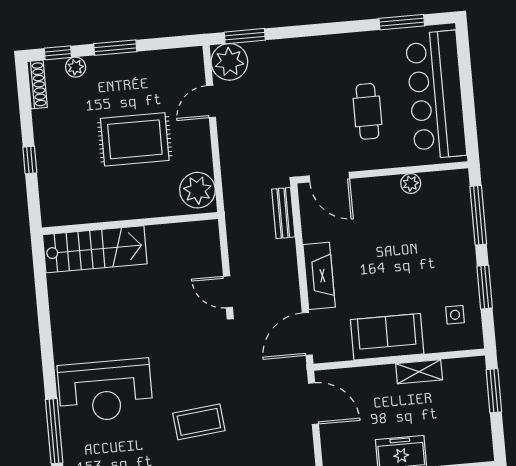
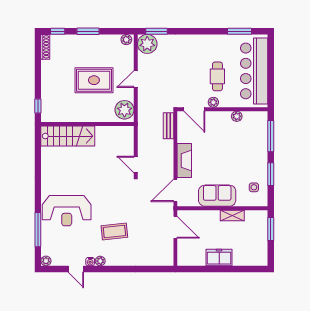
plant: (76, 67) -> (126, 40), moved
door: (211, 101) -> (136, 79), moved
window: (30, 160) -> (38, 106), moved
plant: (364, 161) -> (213, 102), added

